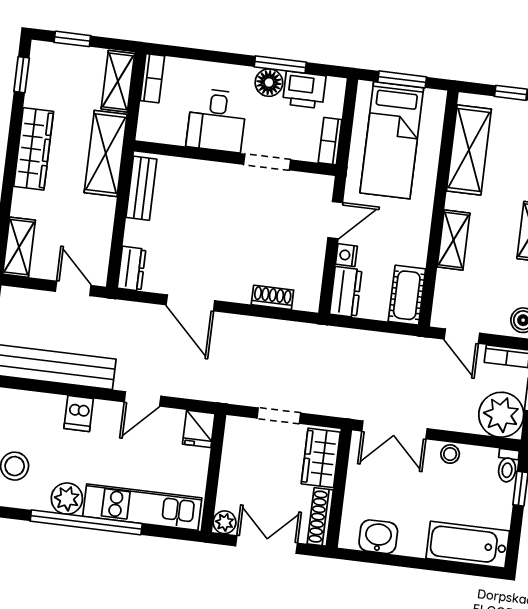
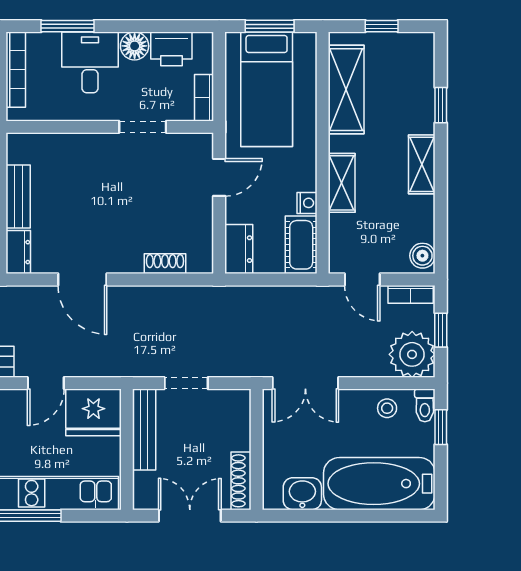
window: (280, 64) -> (68, 26), moved
bookcase: (152, 78) -> (16, 70), width x1.56
desk: (217, 120) -> (90, 62), moved, turned 180
bench: (141, 188) -> (18, 197), moved
nightstand: (346, 255) -> (307, 203), moved, turned 180
fridge: (199, 429) -> (93, 412), width x1.88, depth x1.34
stool: (450, 454) -> (387, 408), moved
bench: (232, 456) -> (144, 430), added
wardrobe: (321, 458) -> (234, 421), removed
plant: (225, 522) -> (144, 498), removed
bathtub: (468, 545) -> (379, 484), width x1.36, depth x1.36

